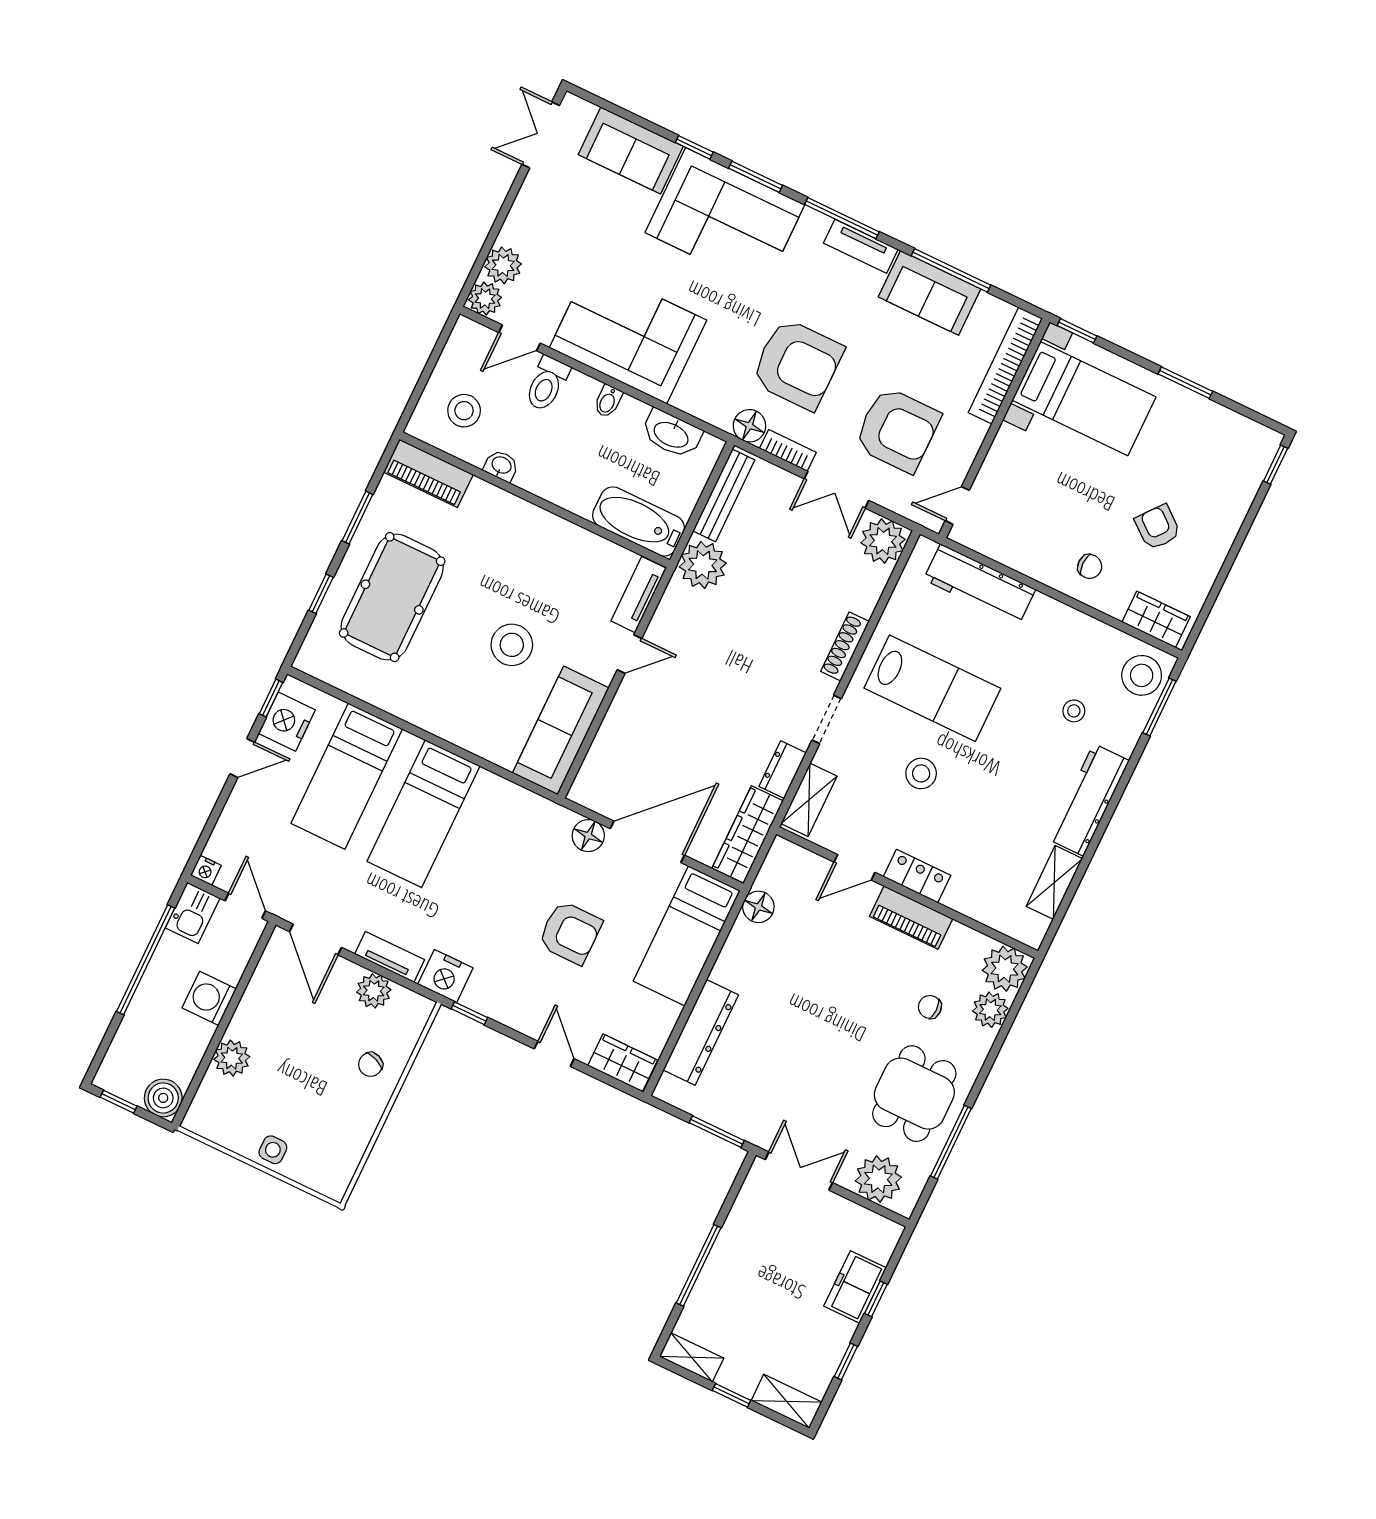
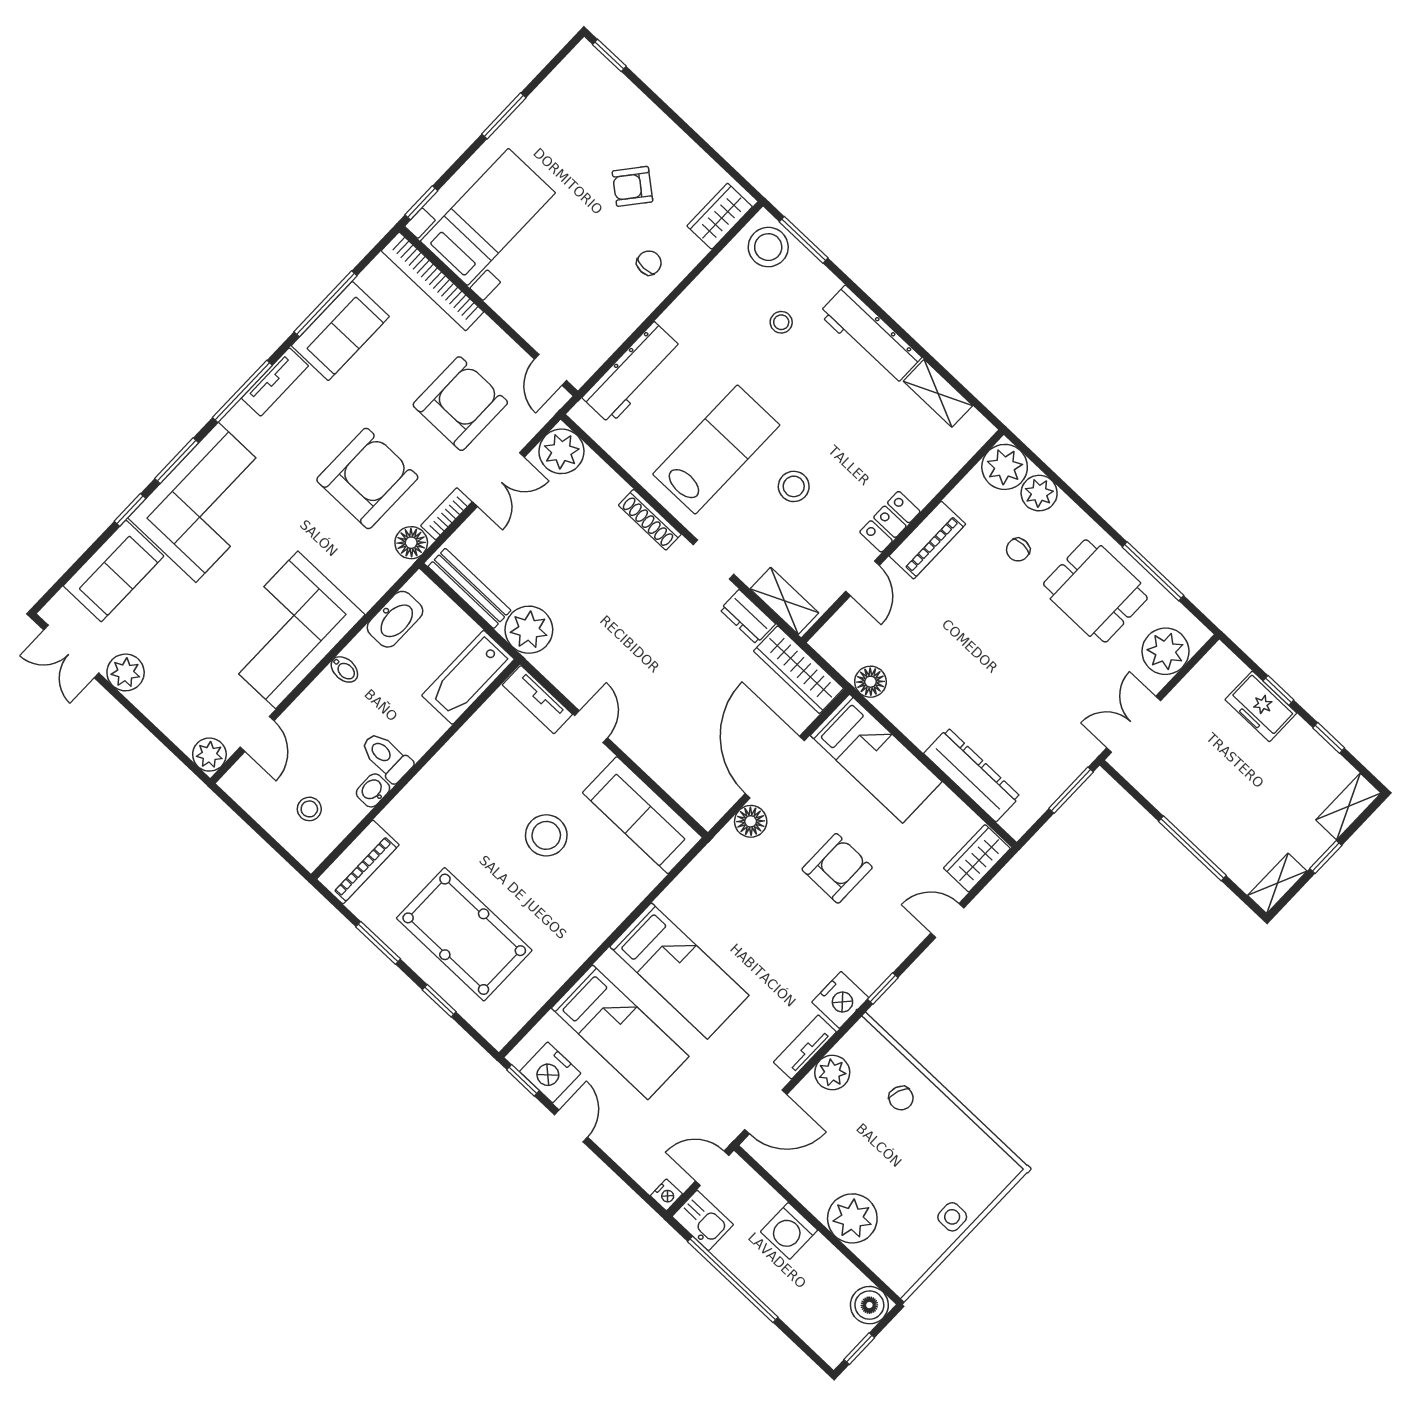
plant: (503, 265) -> (126, 672), moved
toilet: (547, 384) -> (386, 757), moved, turned 180
stool: (464, 411) -> (309, 809), width x0.73, depth x0.73
plant: (232, 1058) -> (852, 1218), width x1.36, depth x1.36

